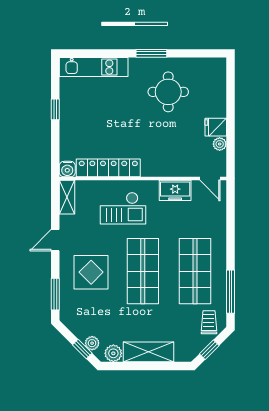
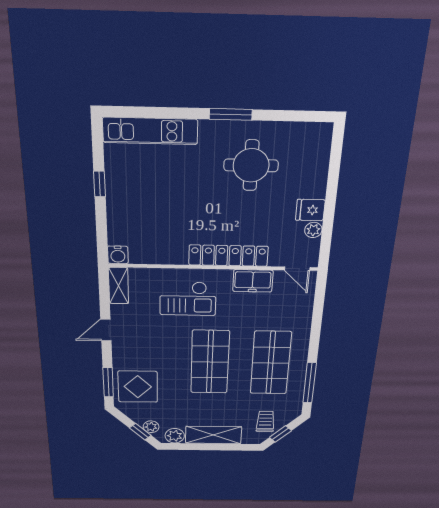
locker: (108, 168) -> (228, 256), moved
display table: (91, 272) -> (138, 387), moved
trolley: (209, 322) -> (265, 421), moved

